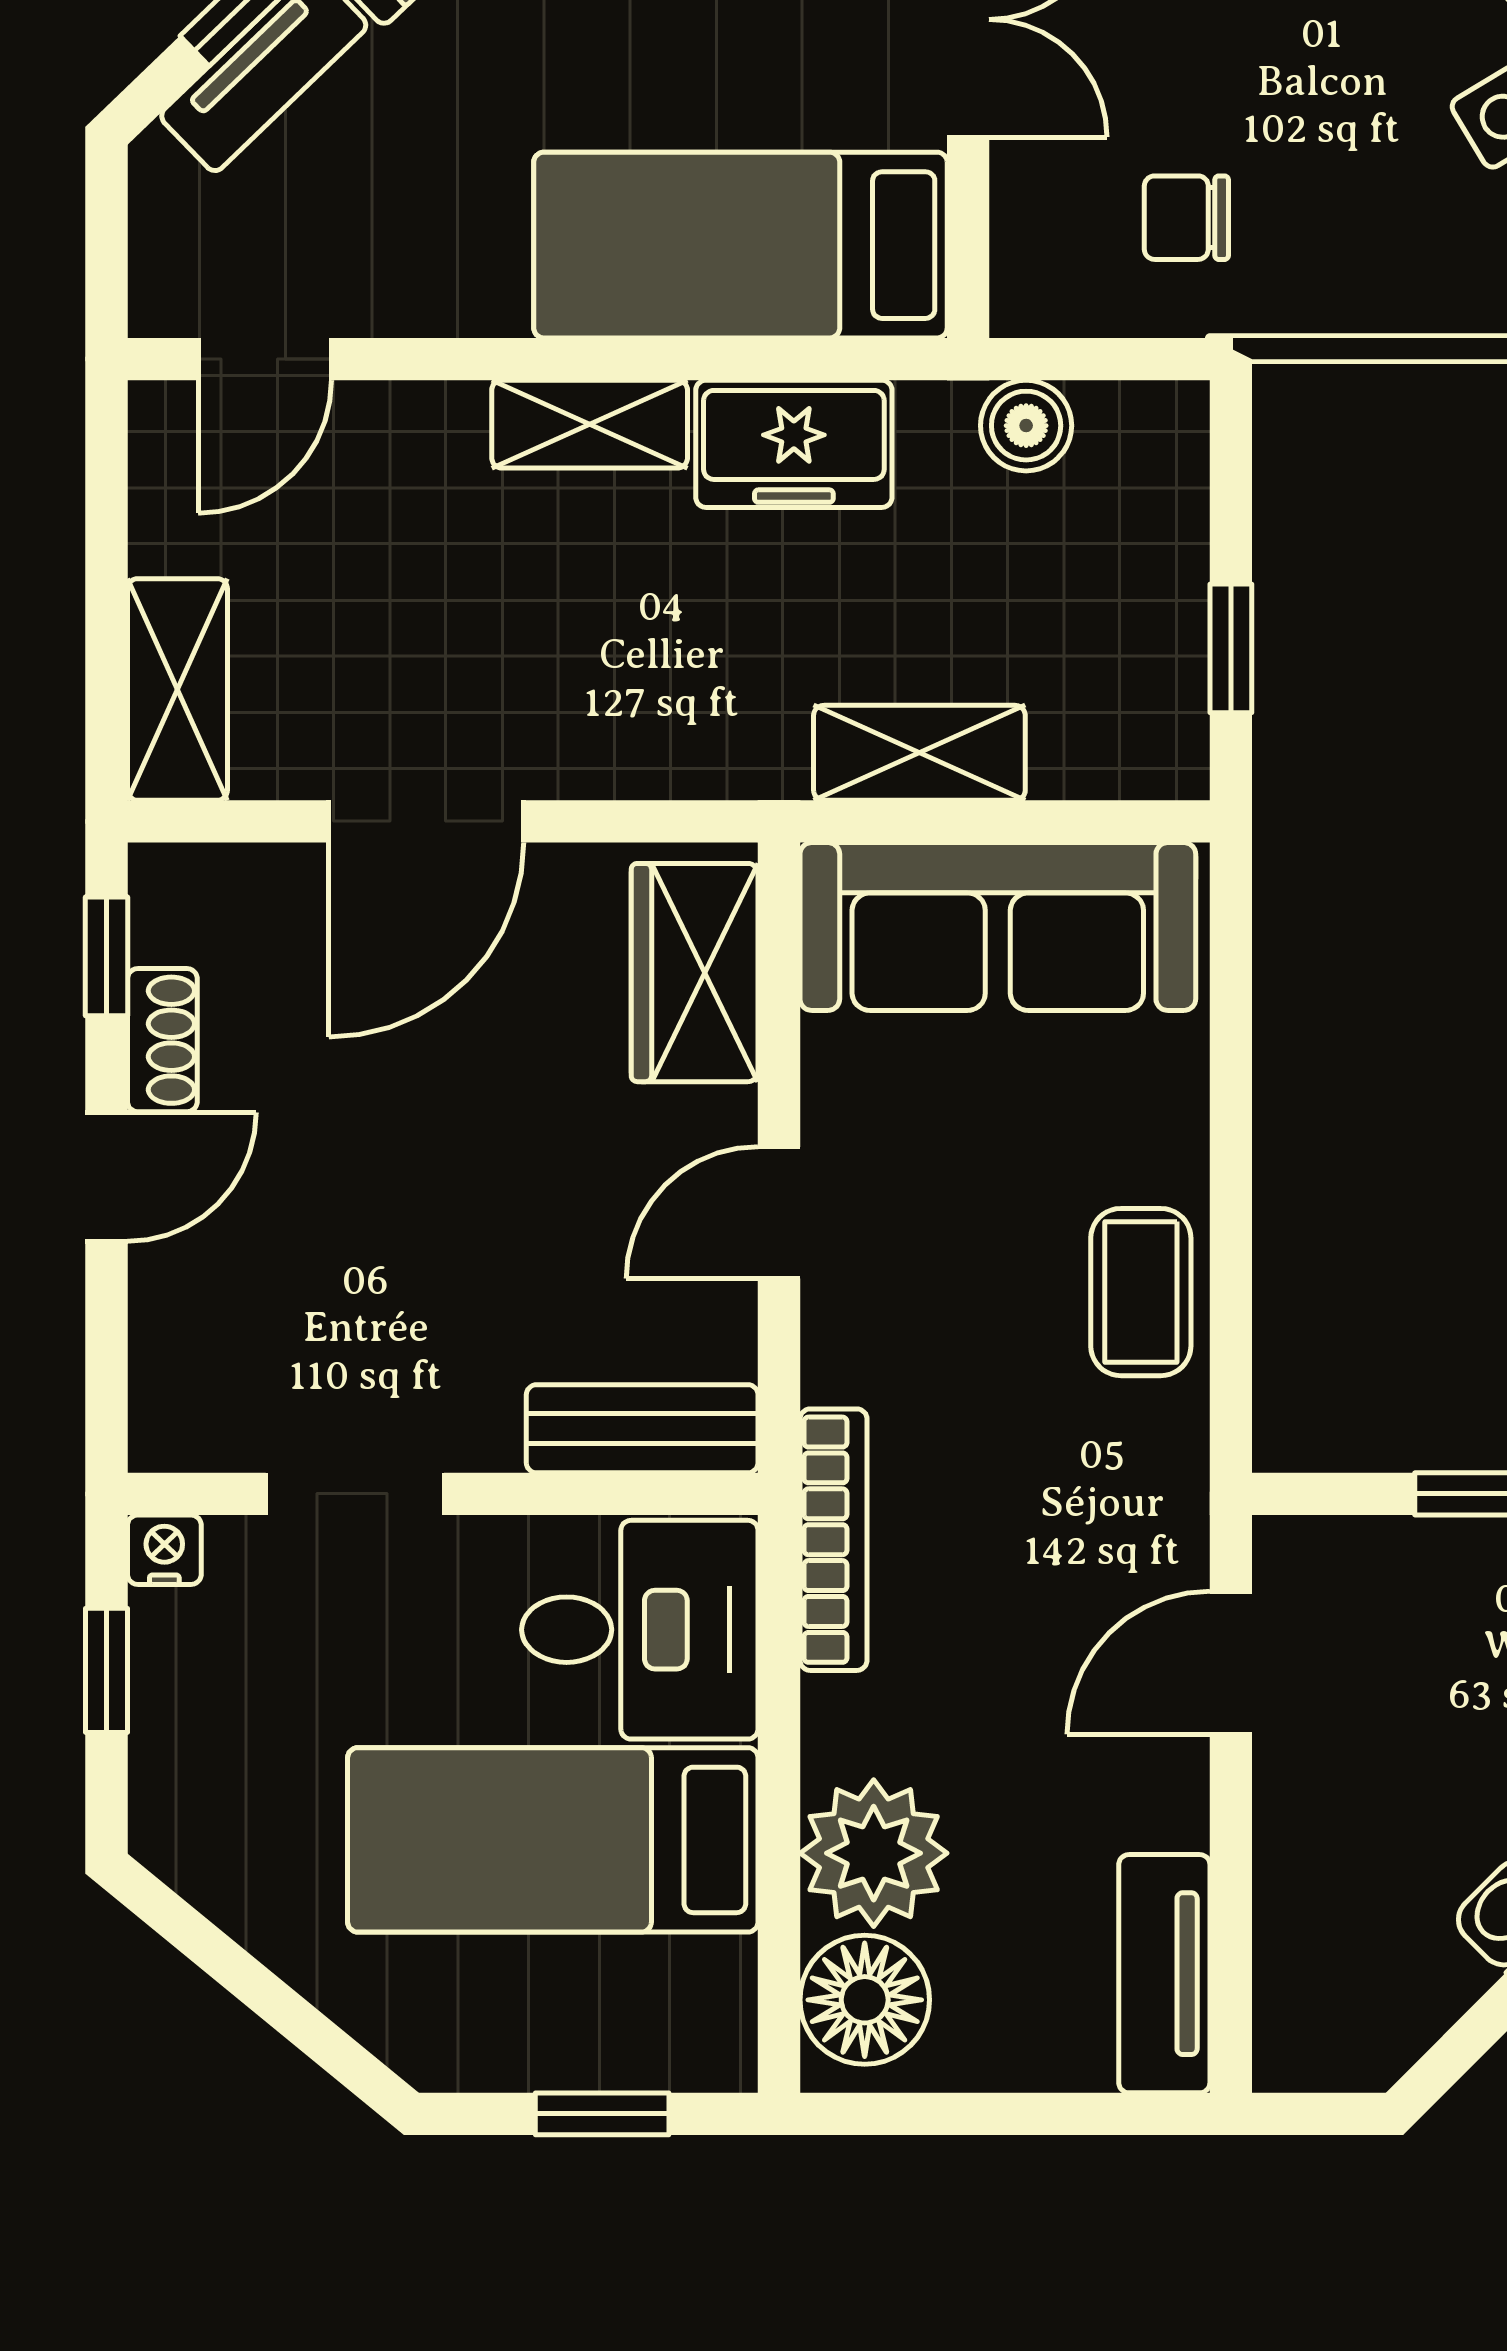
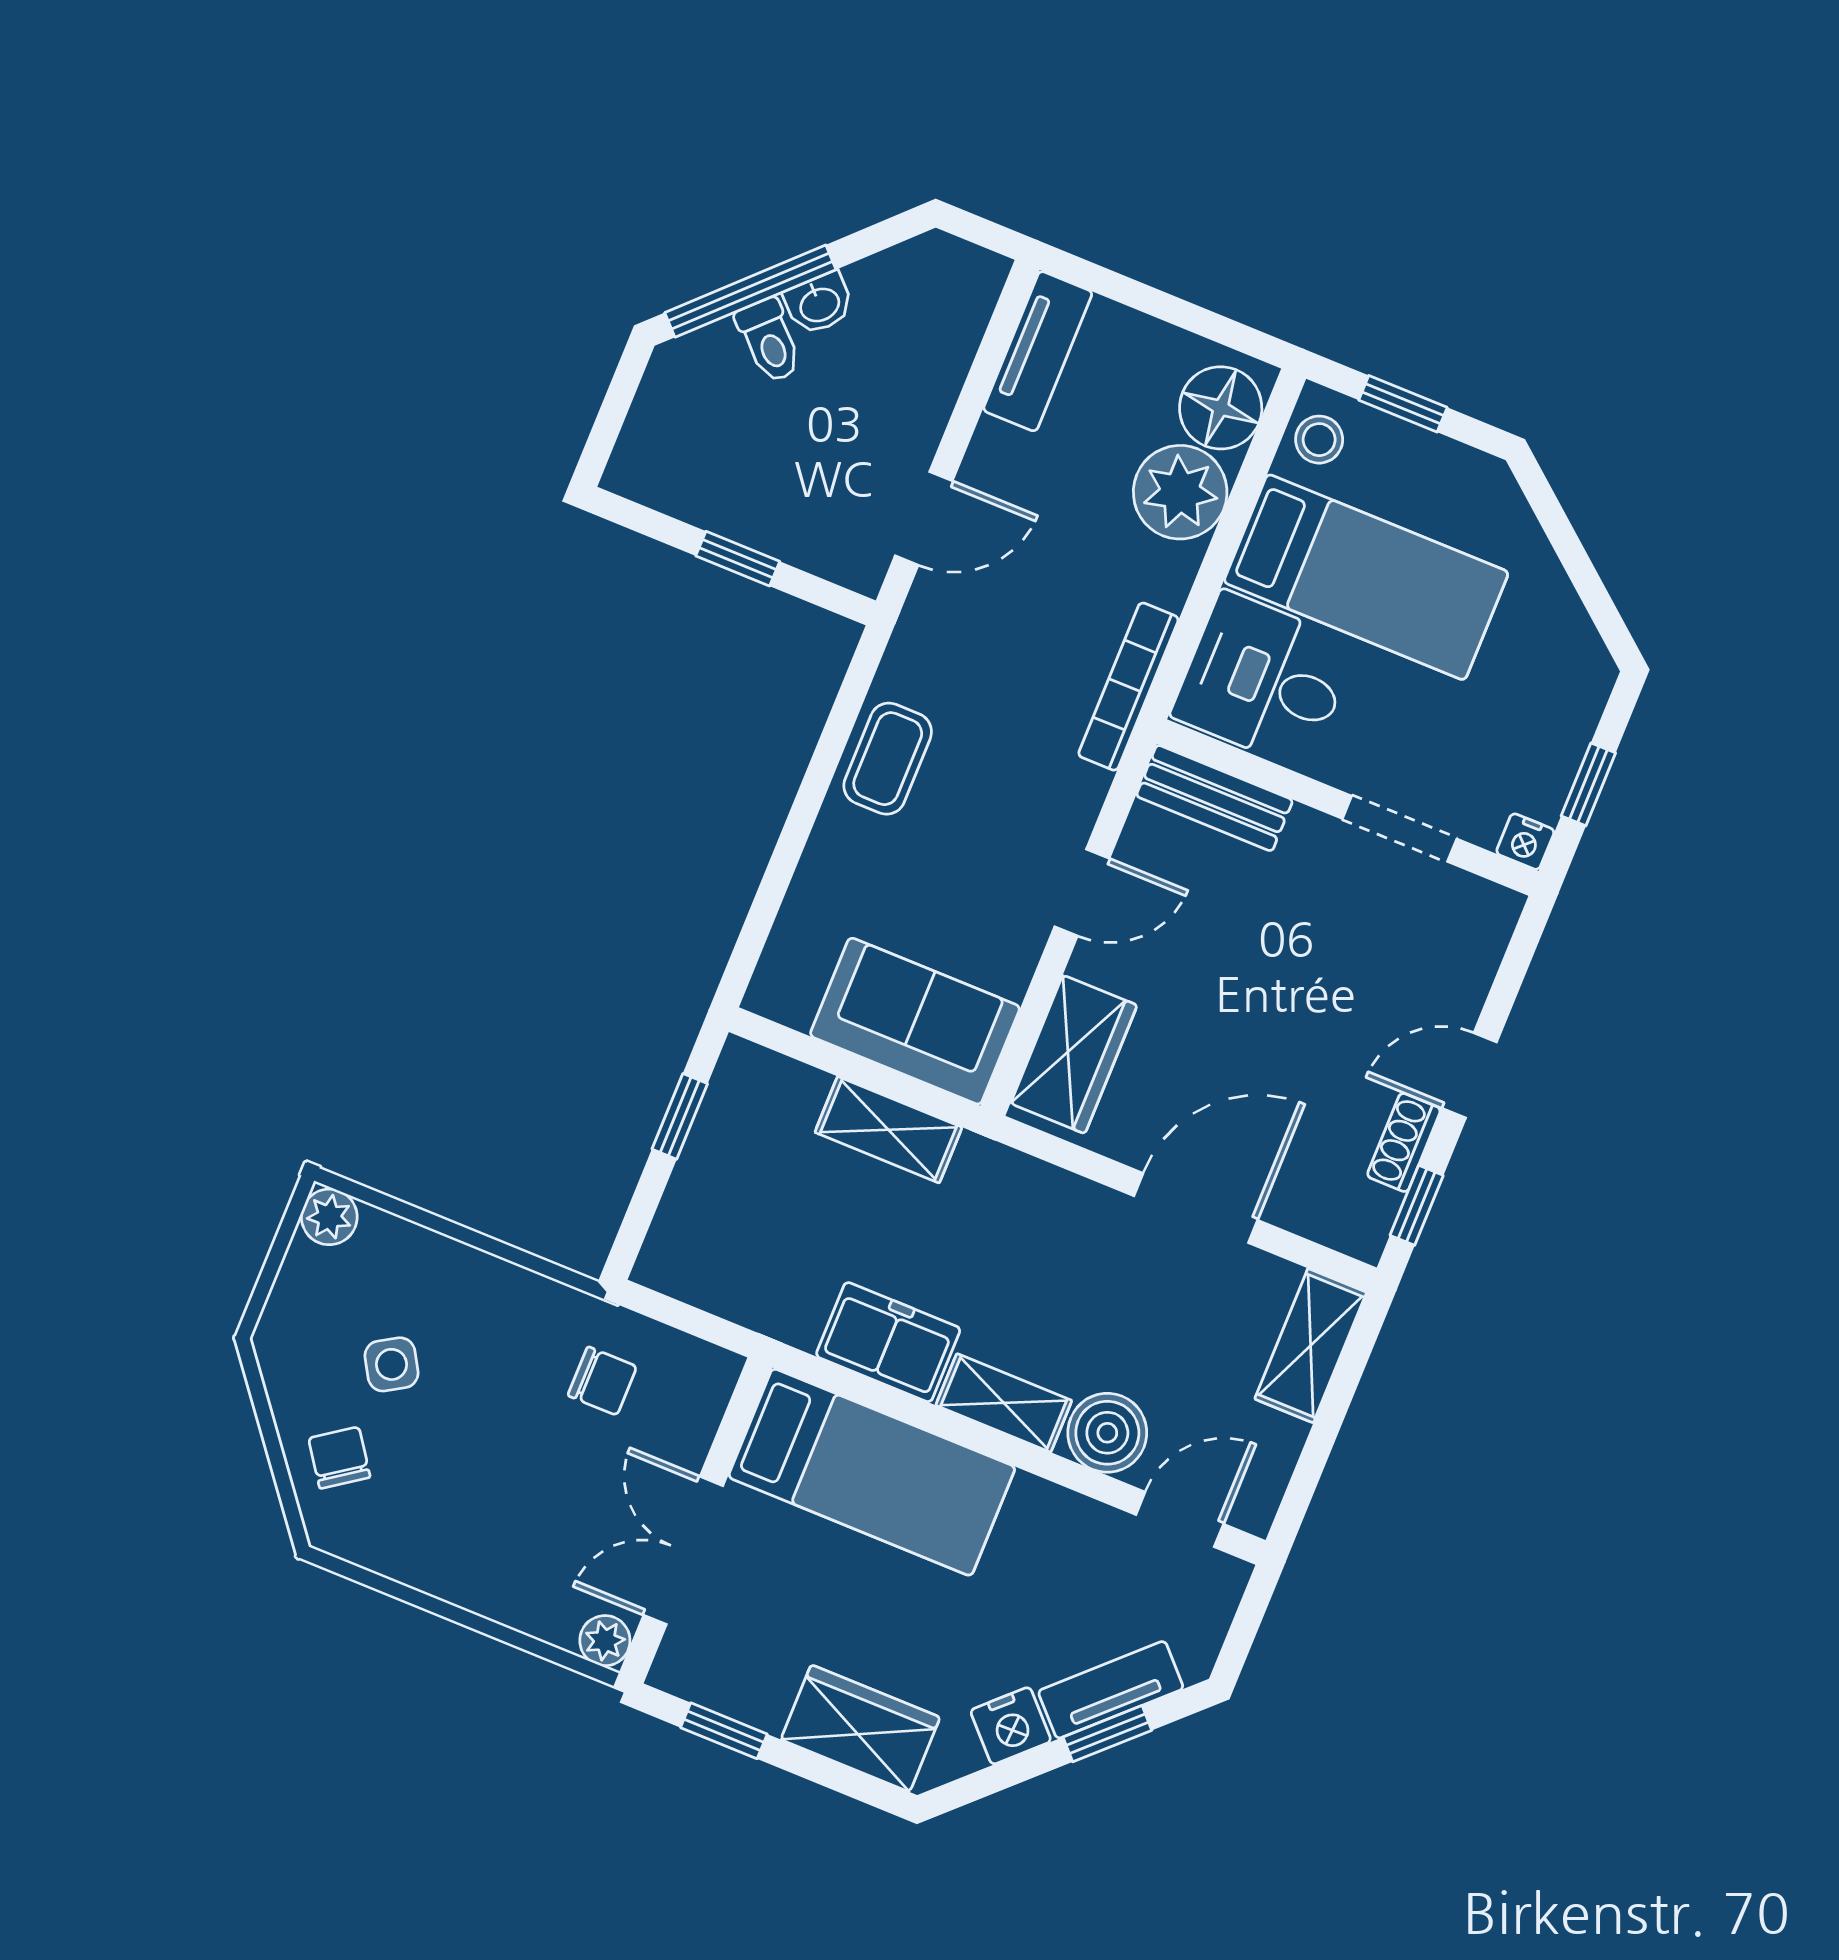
boiler: (1026, 426) -> (1107, 1433), moved, width x1.36, depth x1.36
sofa: (998, 927) -> (915, 1021), width x0.73
stool: (703, 2012) -> (1319, 440), added

